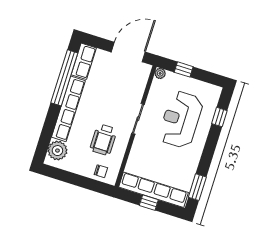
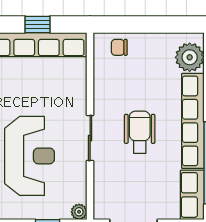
wheelchair: (103, 140) -> (140, 132), moved

